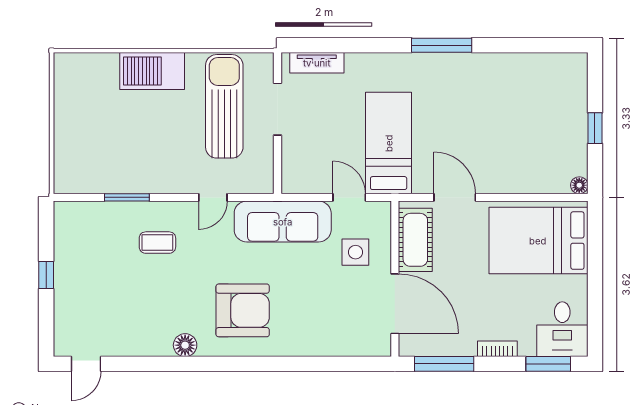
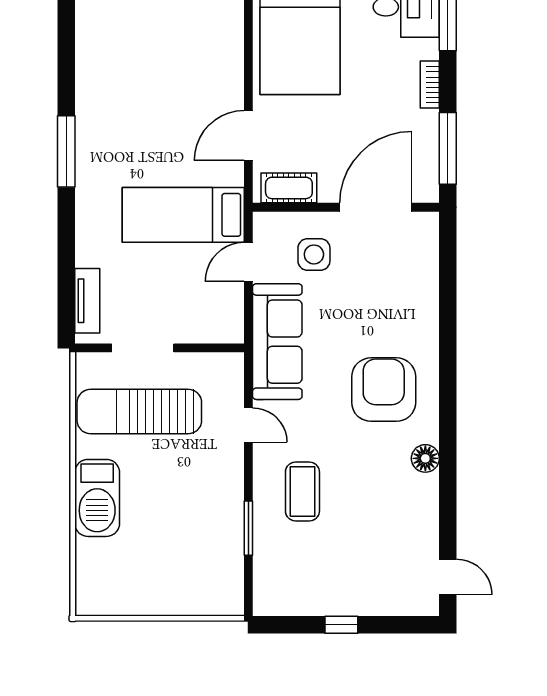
cot: (415, 240) -> (289, 188), width x0.73, depth x0.75
coffee table: (157, 243) -> (302, 492), width x1.36, depth x1.30

